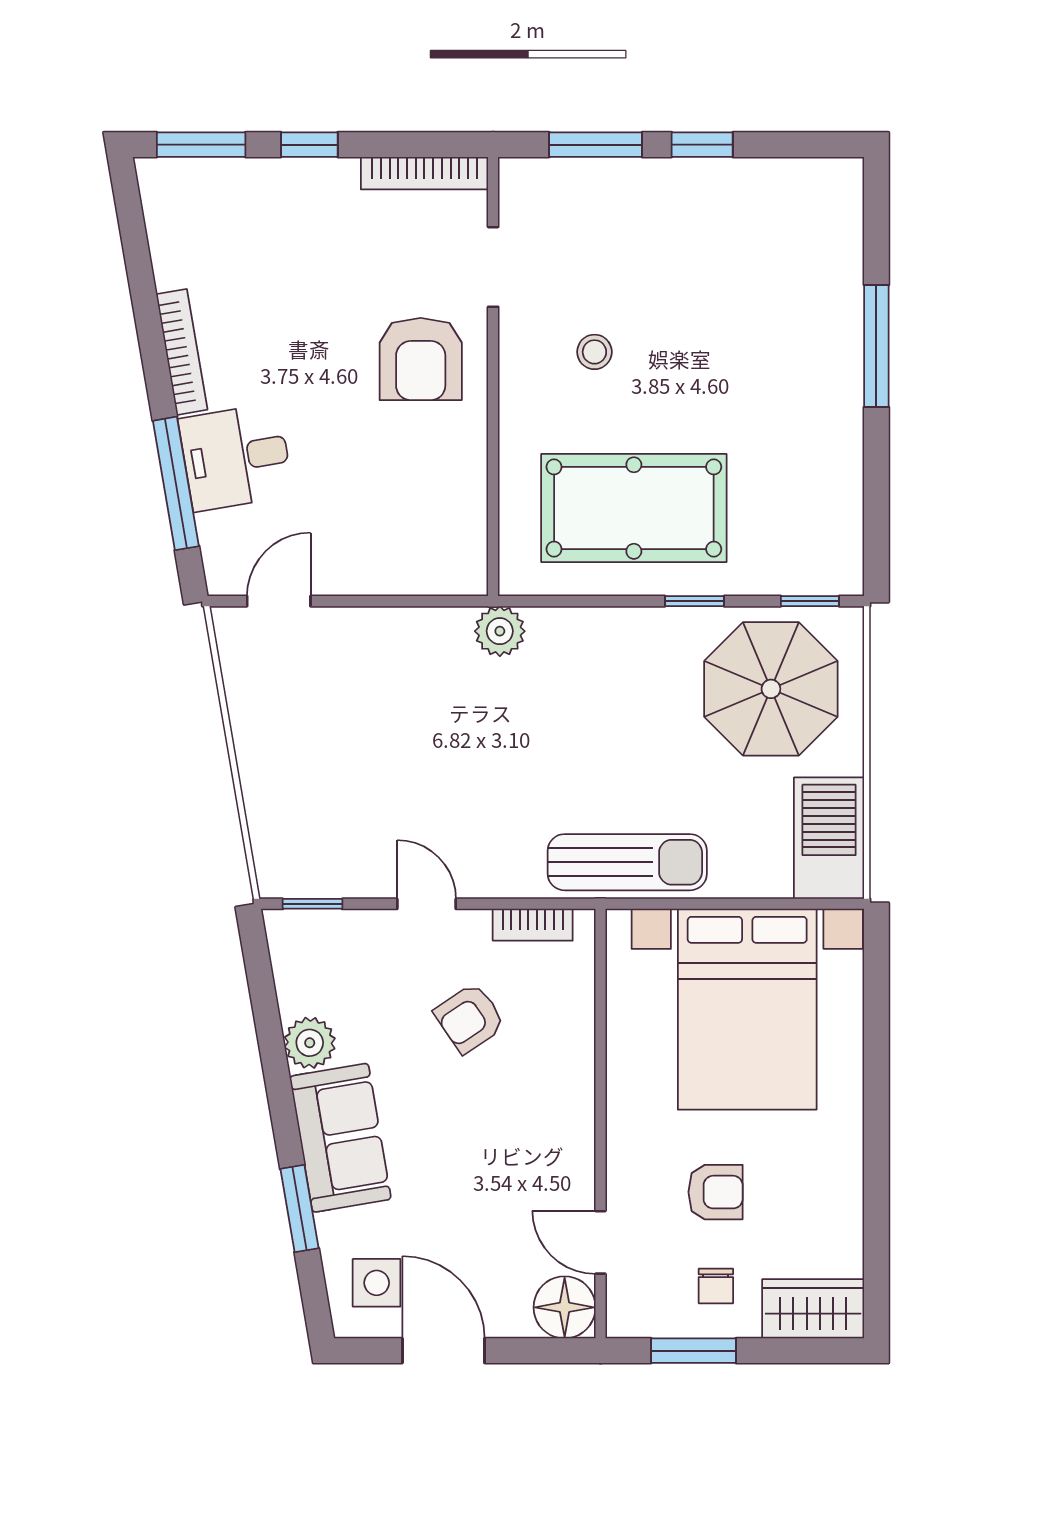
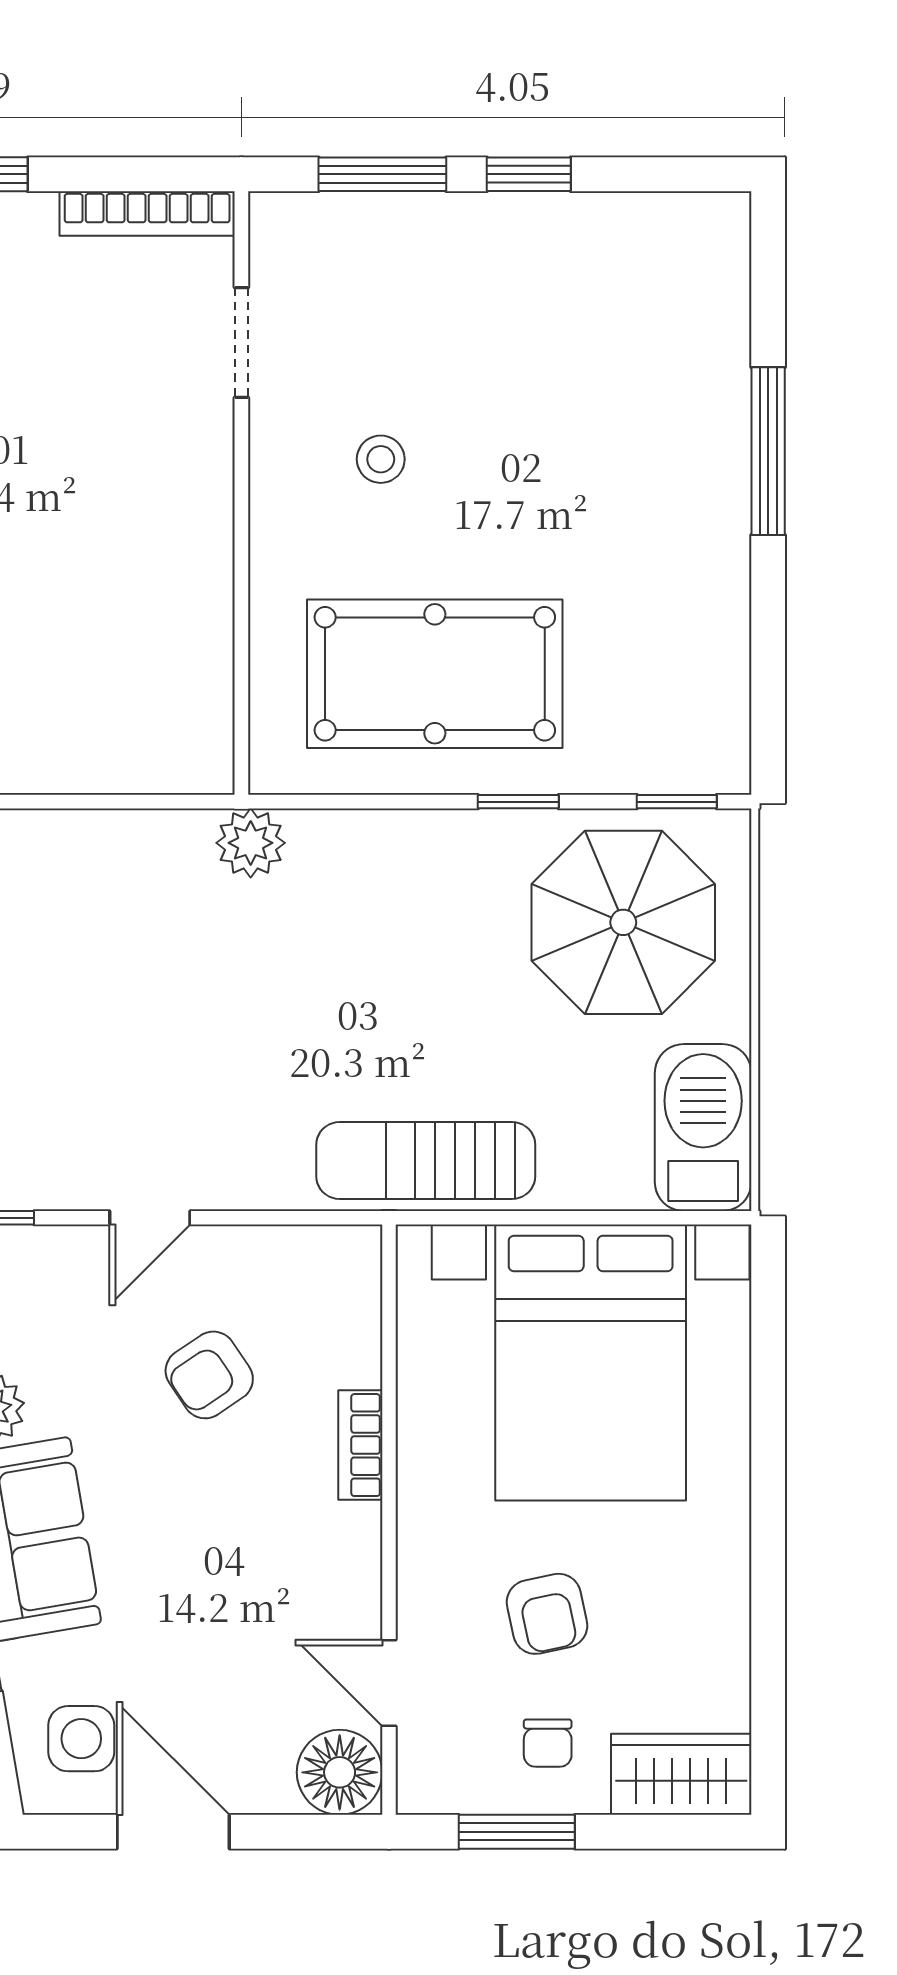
armchair: (421, 359) -> (142, 469), removed
sun lounger: (627, 862) -> (426, 1161), turned 180
door: (427, 904) -> (150, 1218), swing flipped
bookcase: (533, 925) -> (360, 1445), moved, turned 90
armchair: (715, 1192) -> (547, 1614), turned 78

